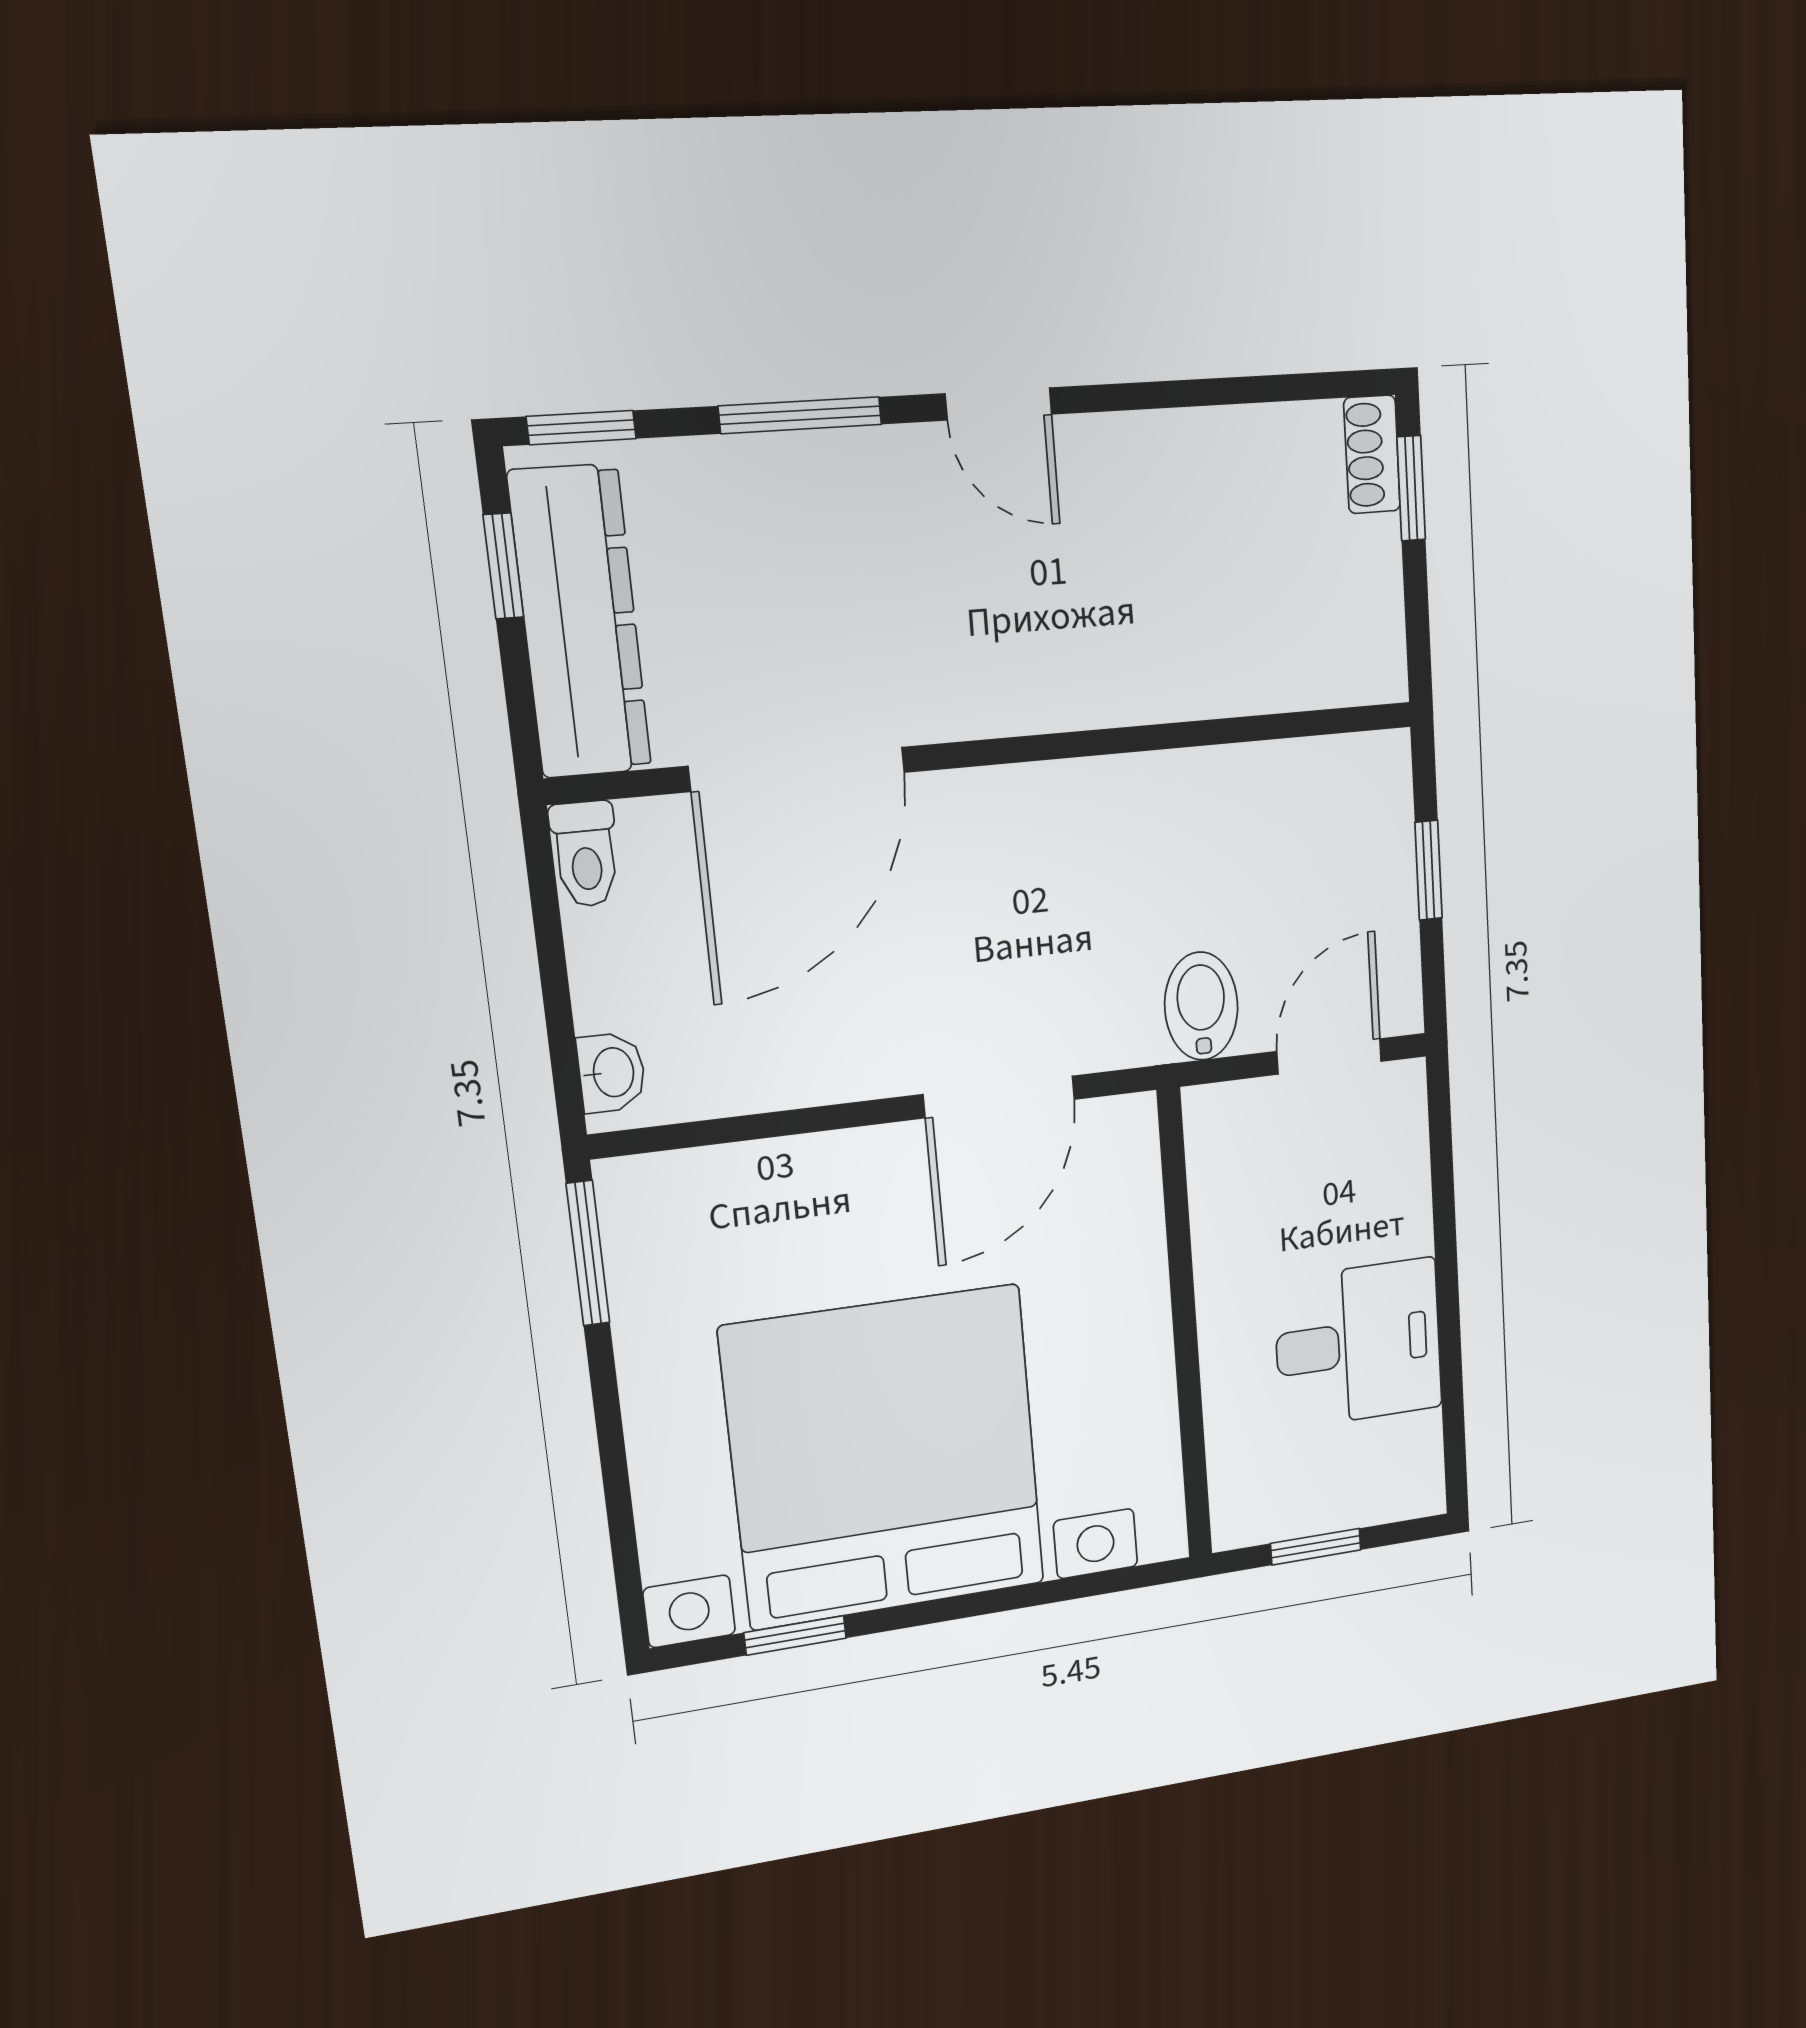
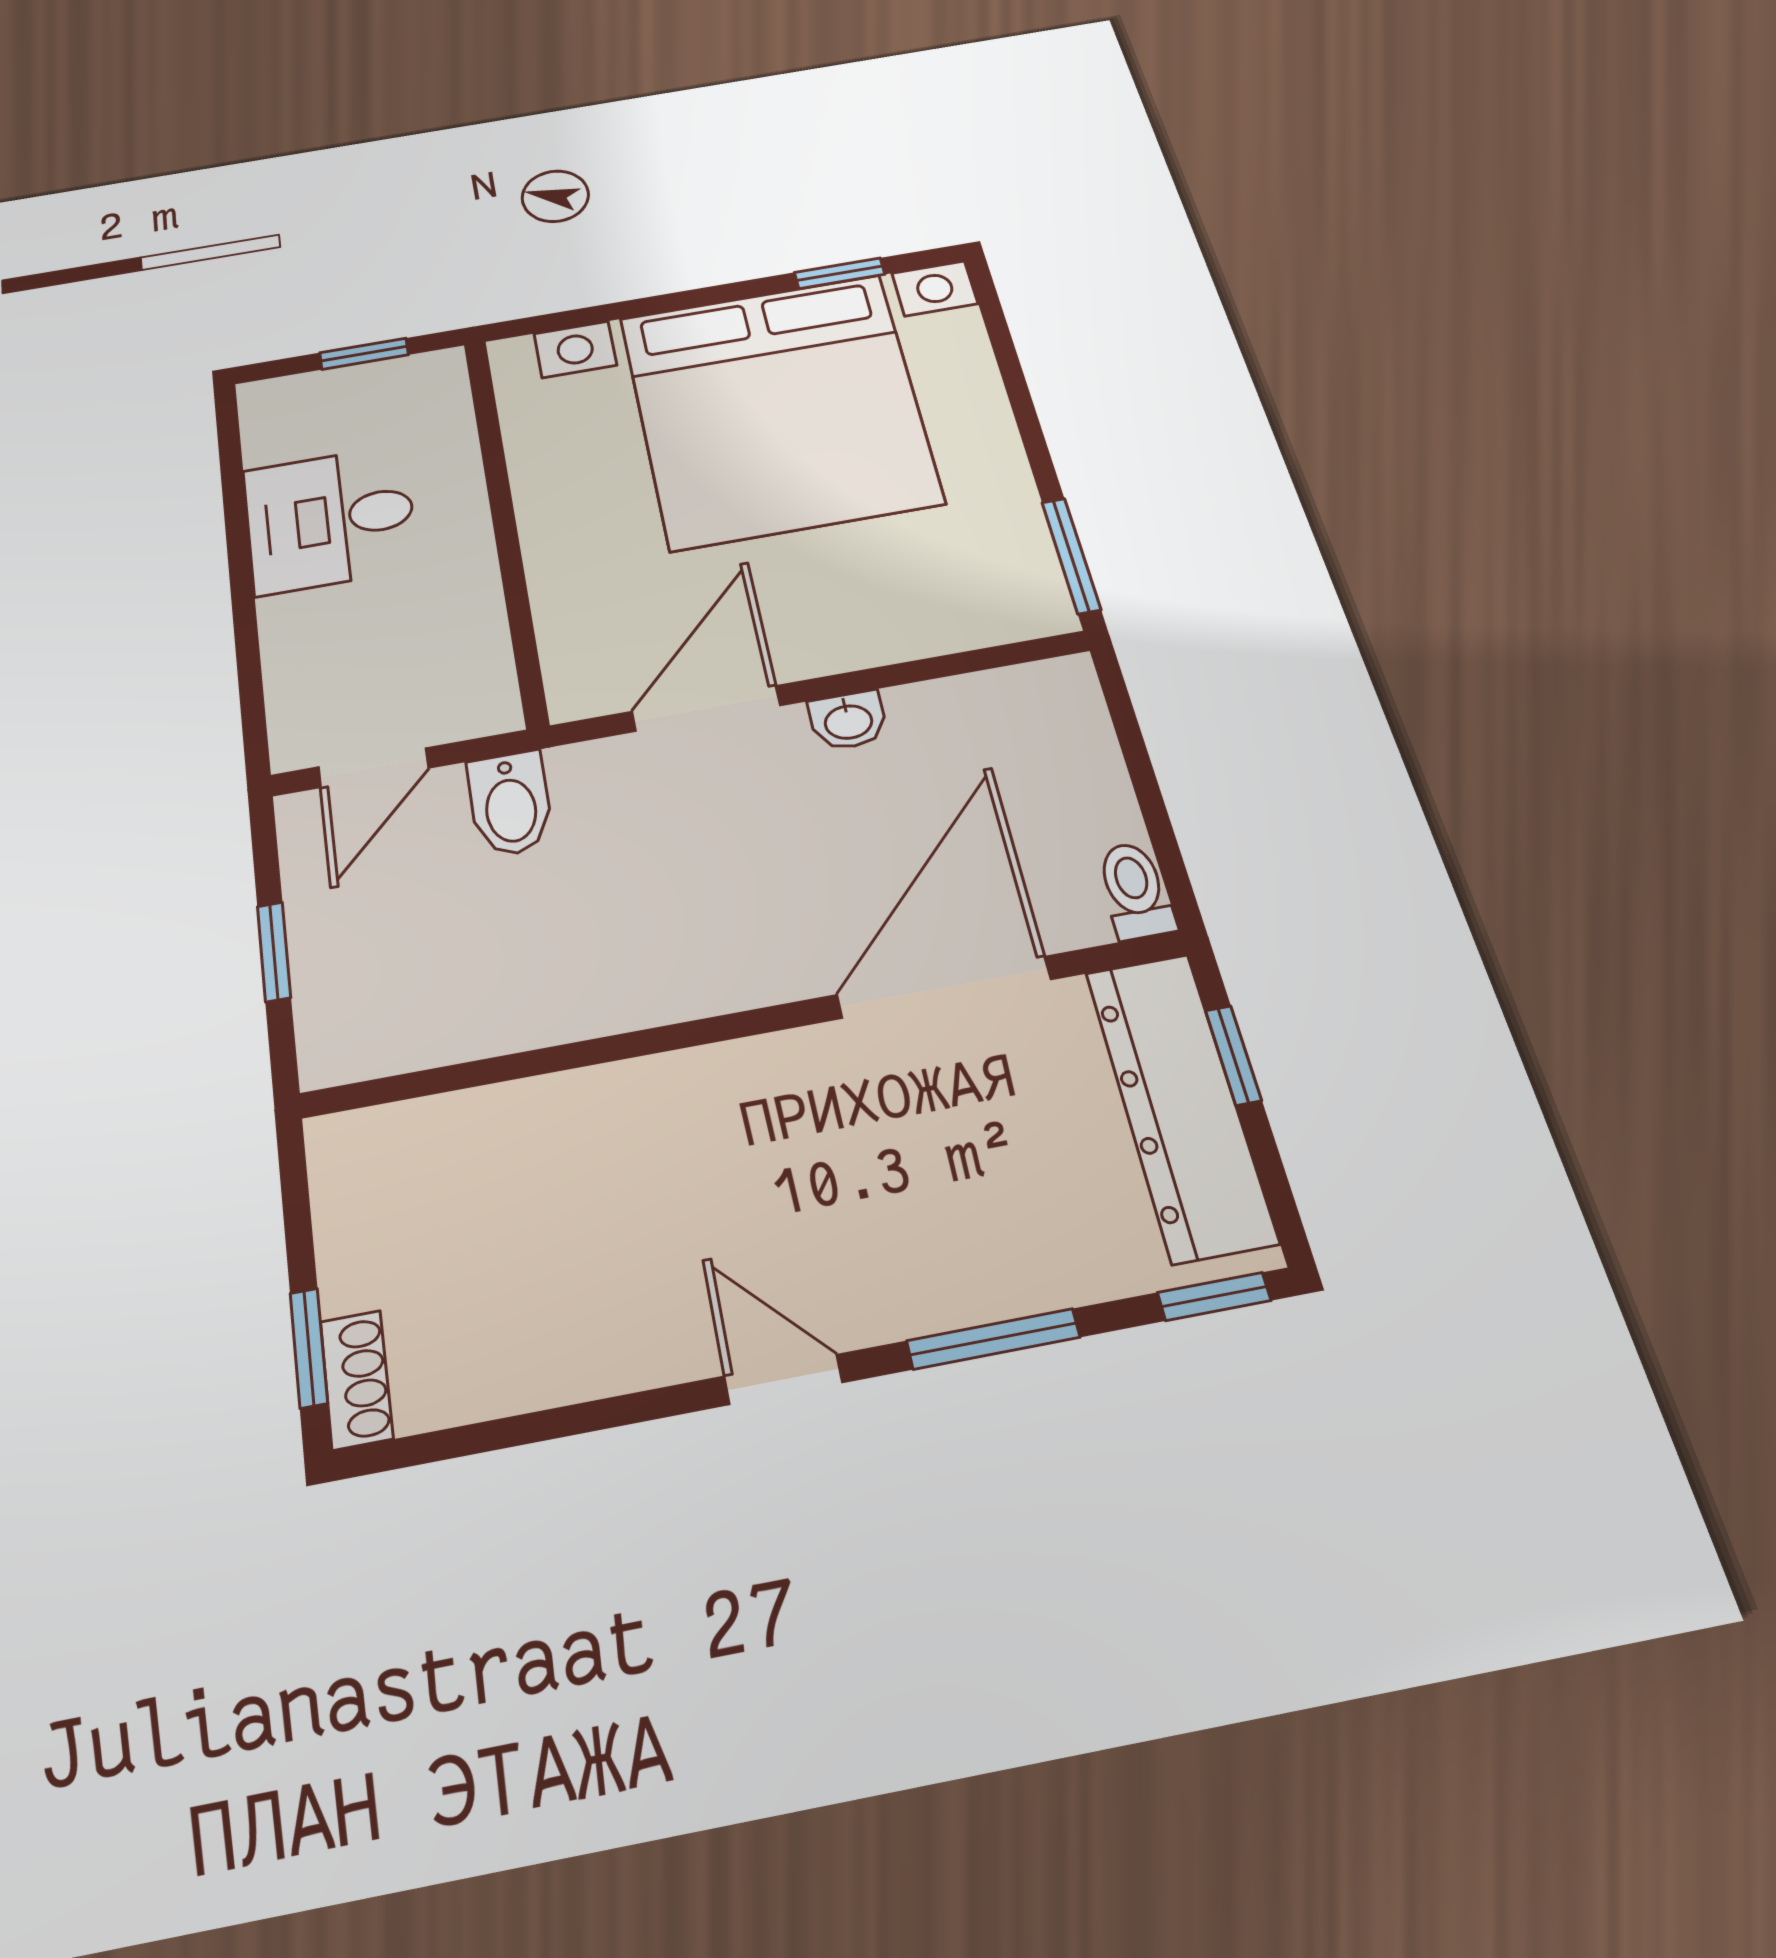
window: (503, 566) -> (1233, 1055), moved
washbasin: (612, 1072) -> (848, 721), moved, turned -90

